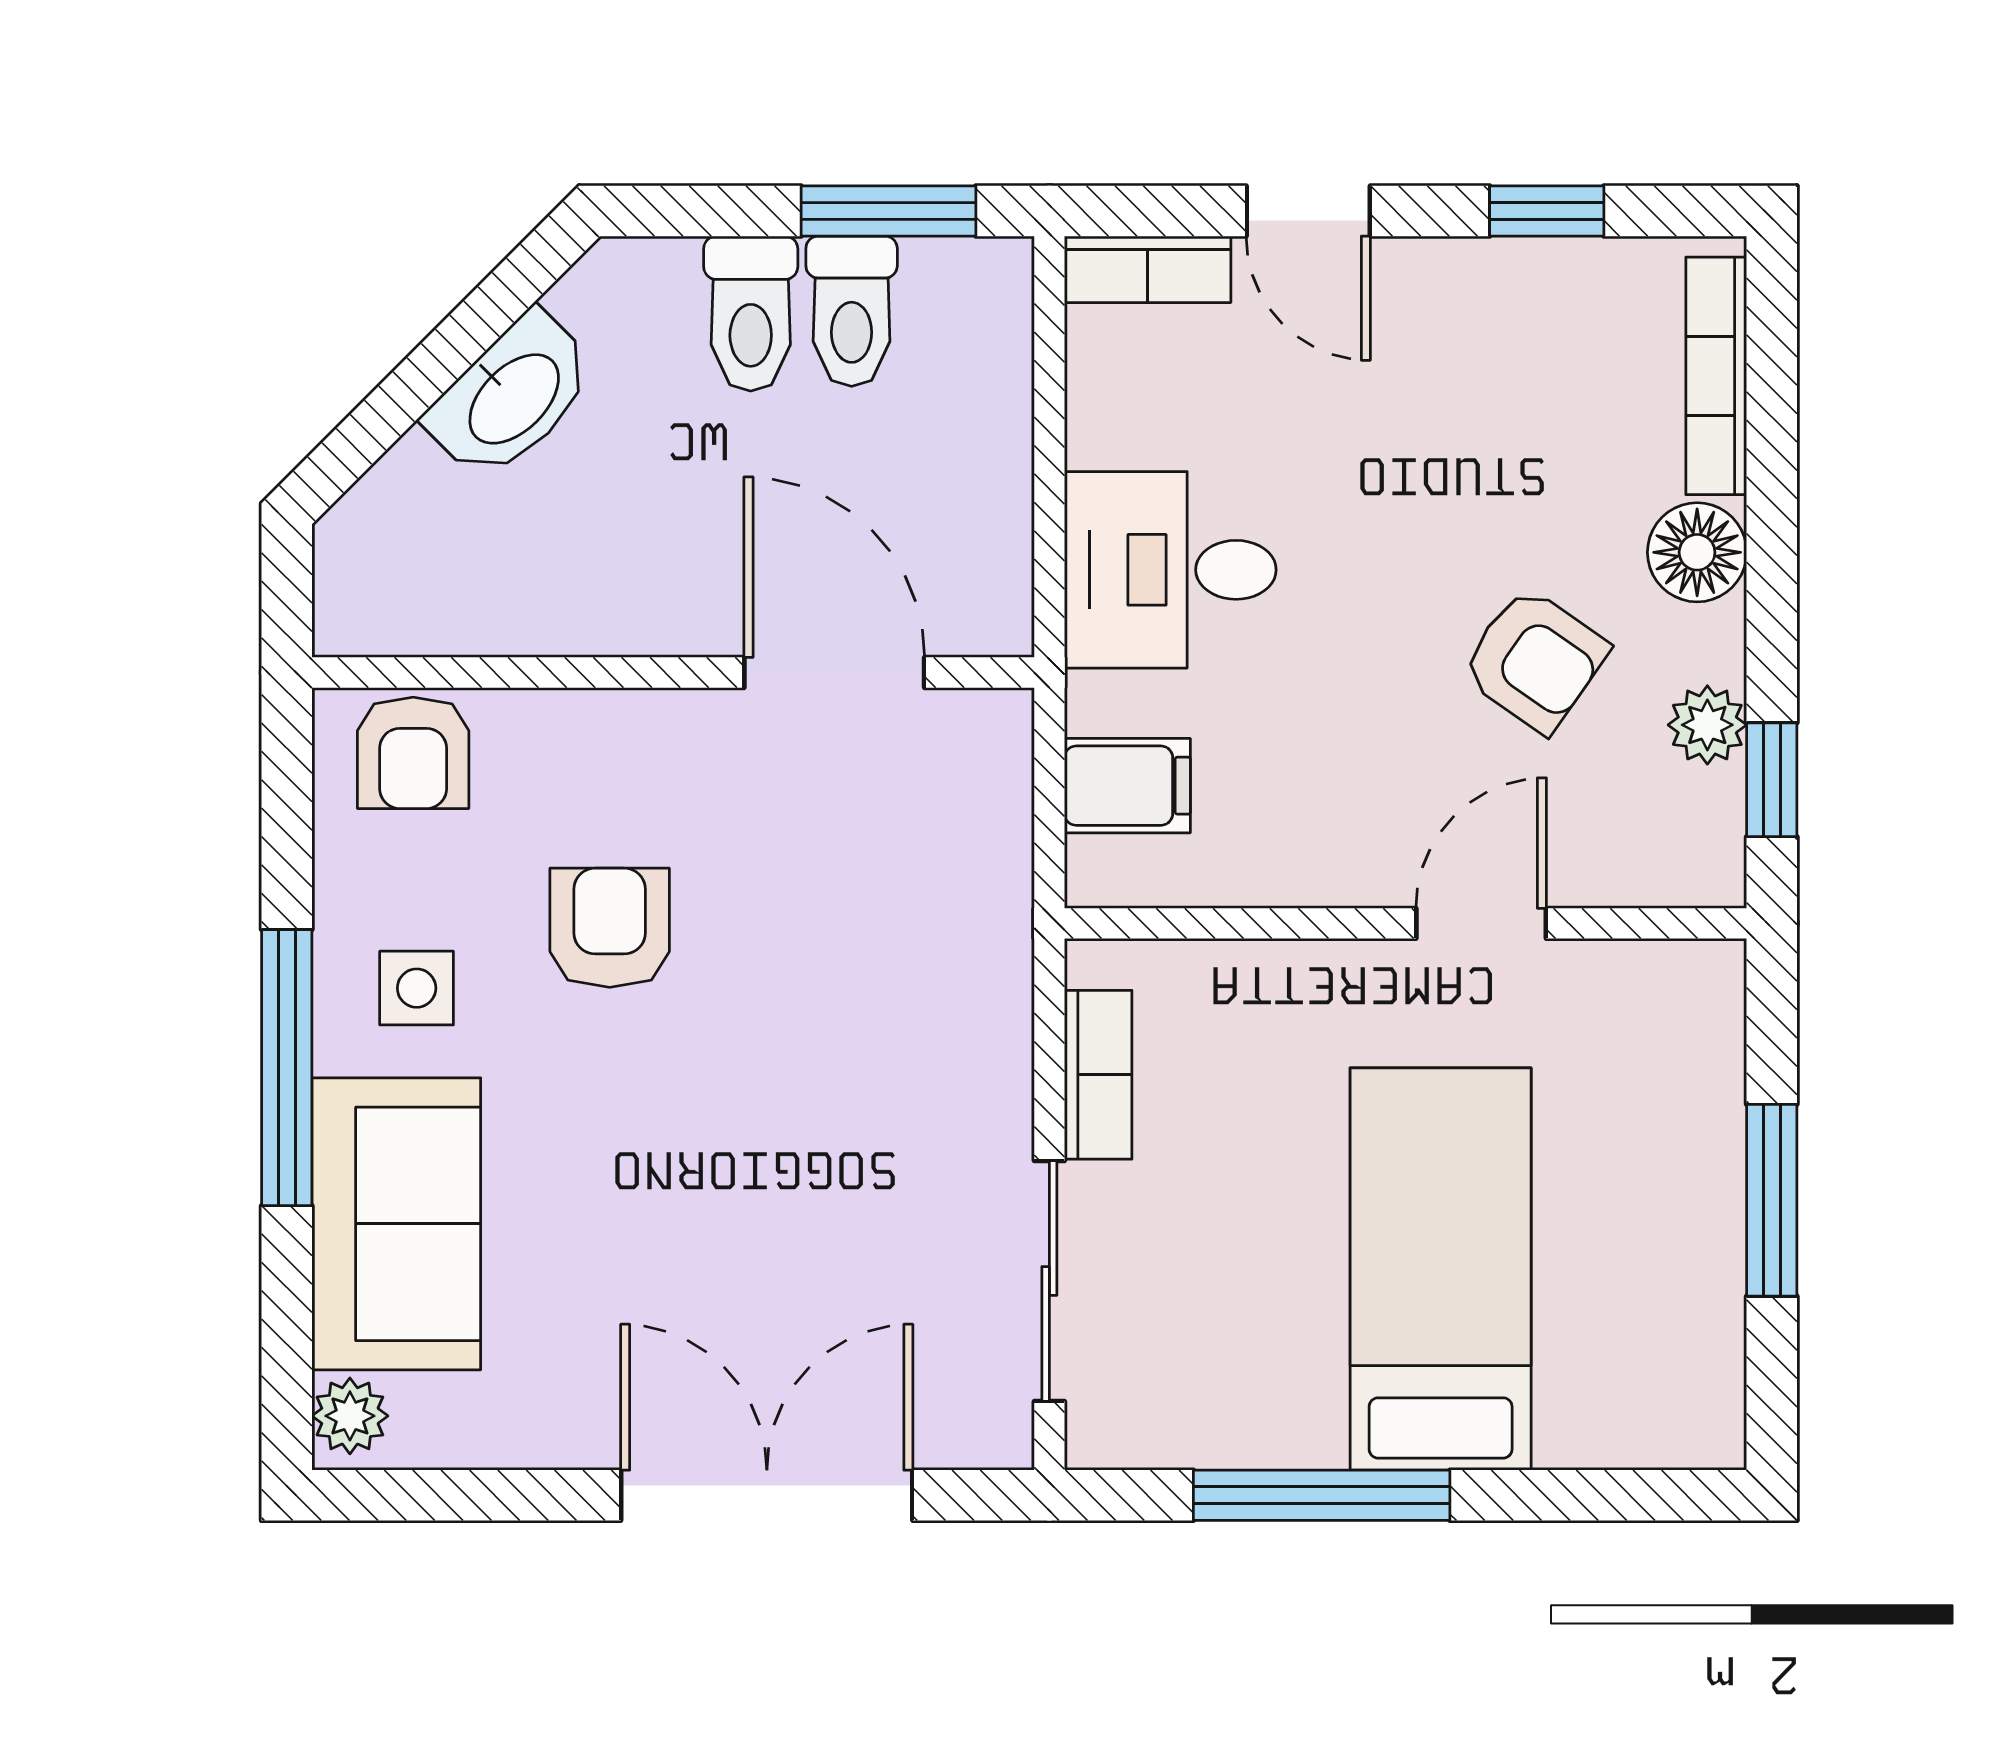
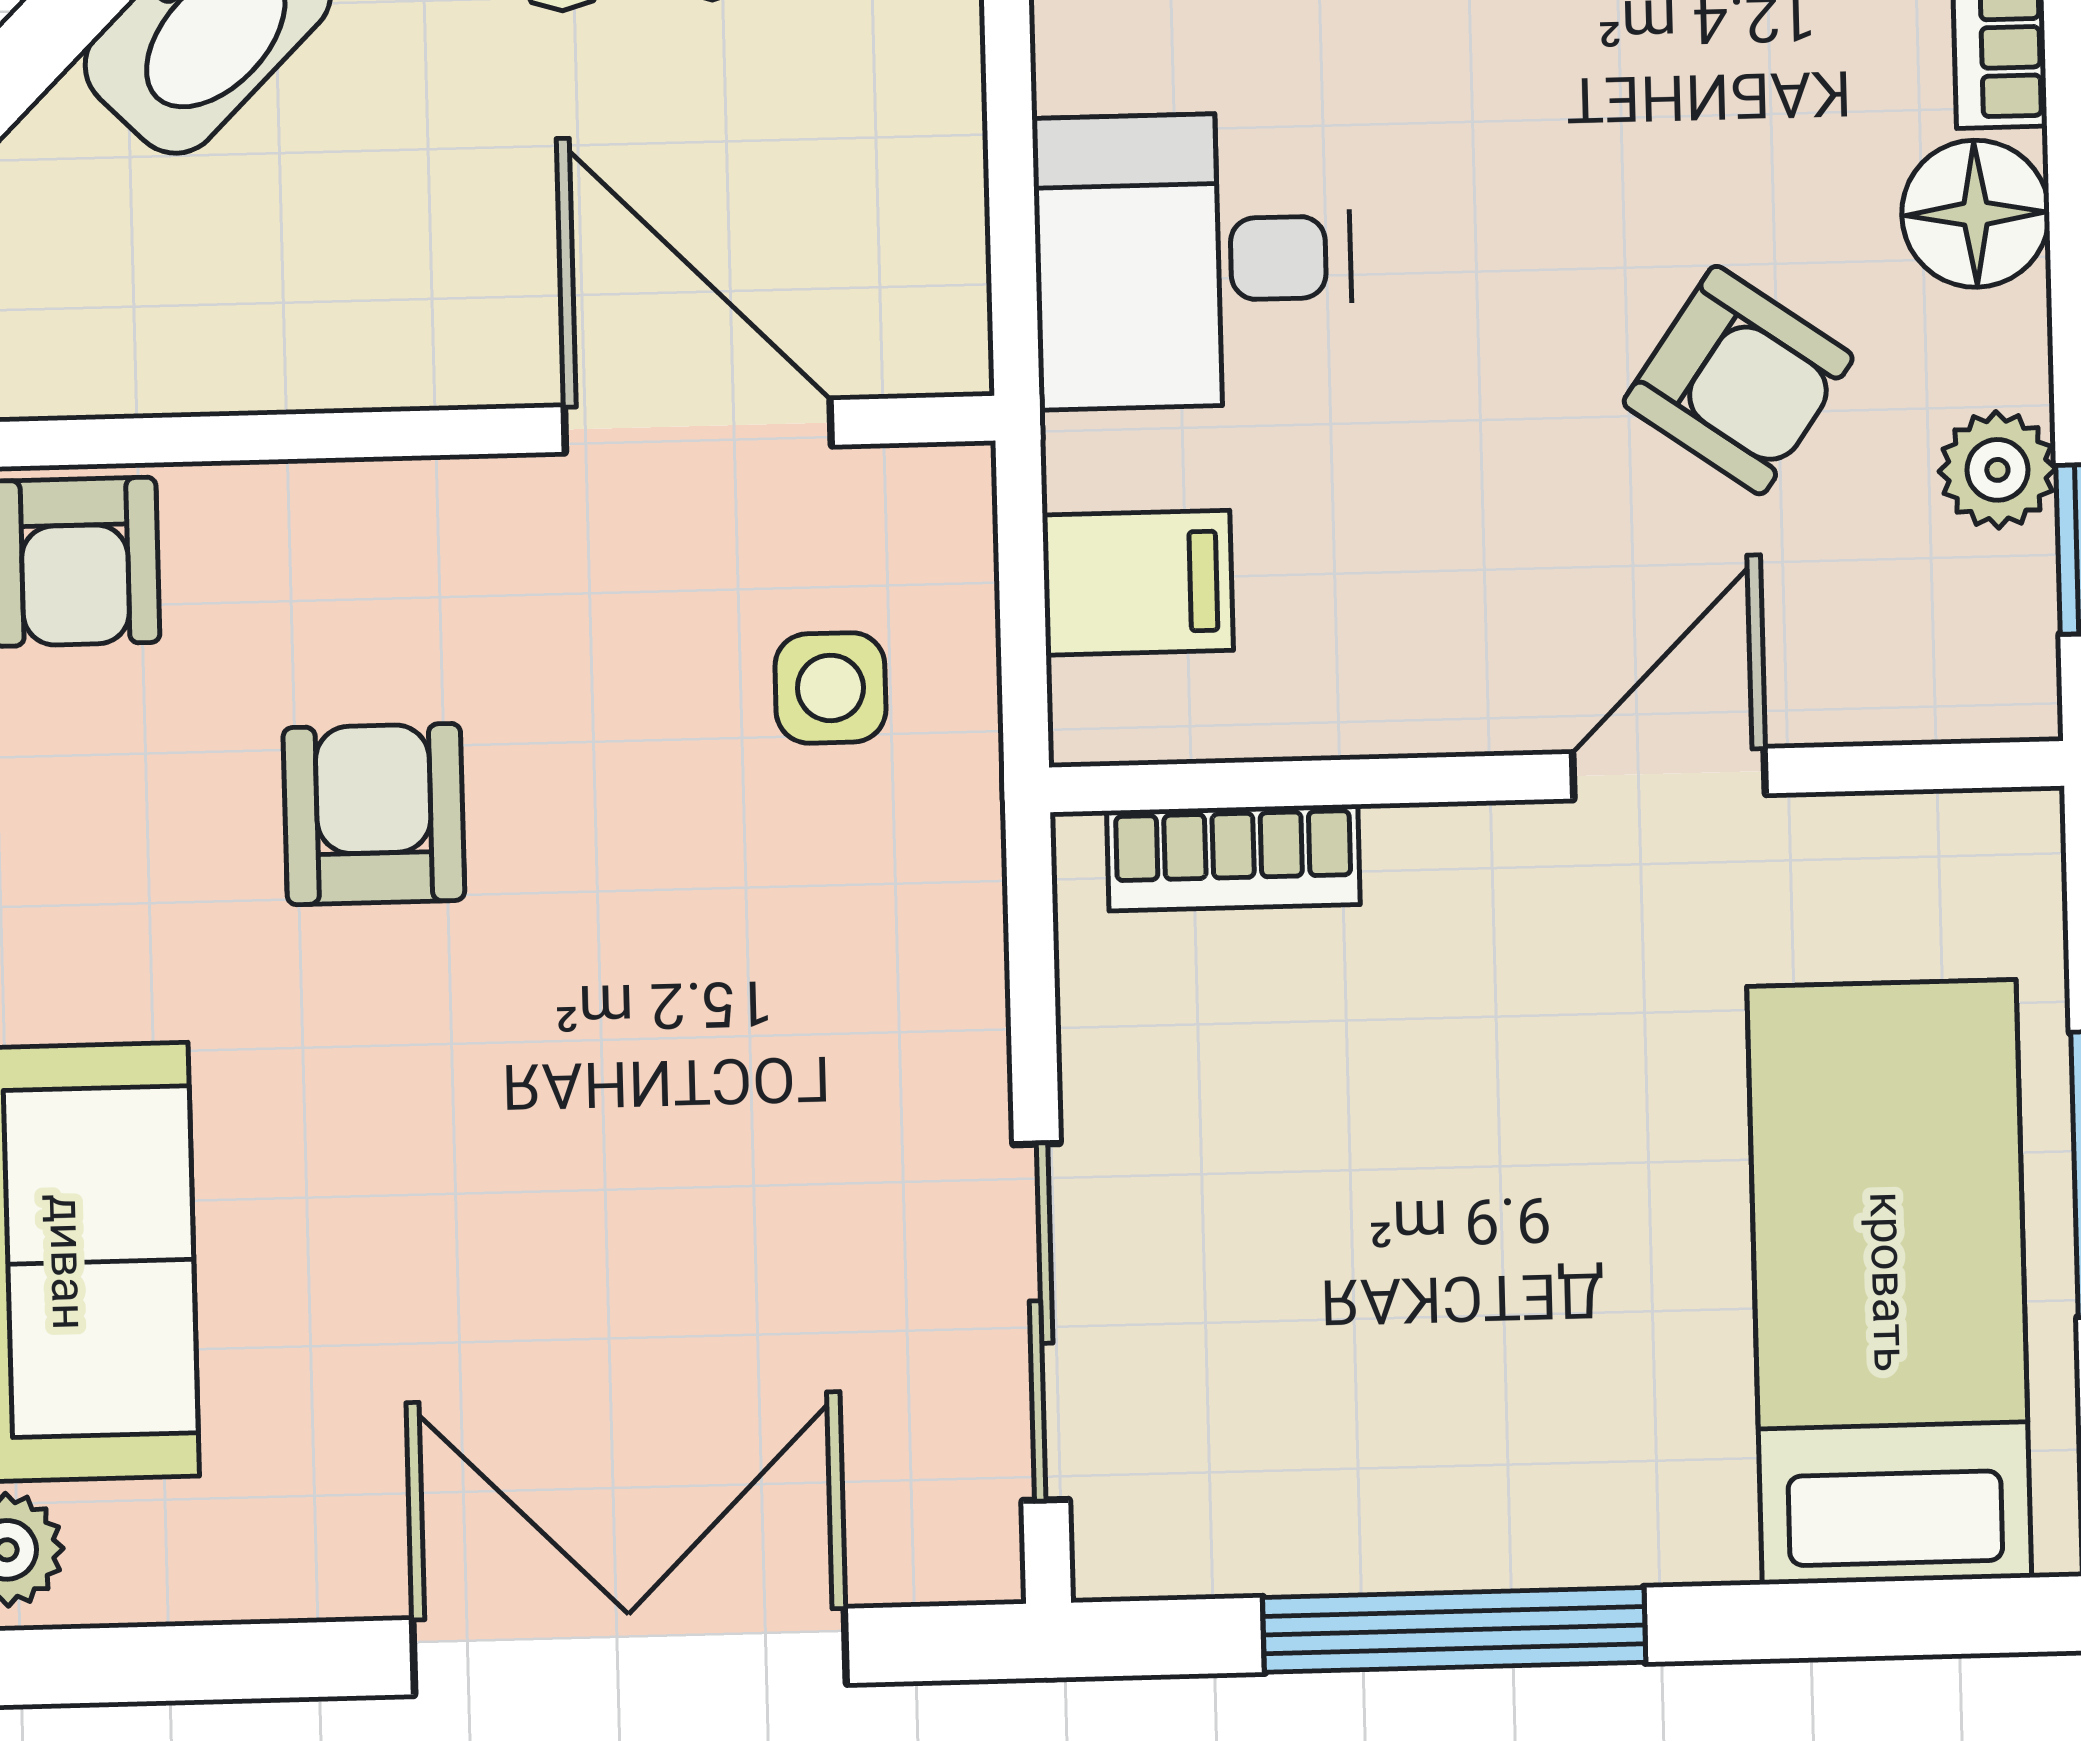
side table: (417, 988) -> (830, 688), moved
bookcase: (1098, 1075) -> (1233, 858), moved, turned 90
bed: (1441, 1269) -> (1889, 1282), moved

